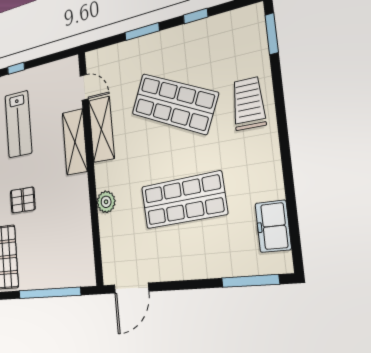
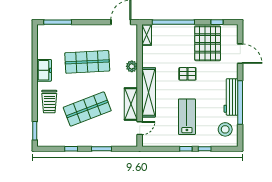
door: (84, 87) -> (140, 128), swing flipped
shop shelf: (174, 104) -> (87, 109), turned -45
shelving: (75, 142) -> (149, 92), width x1.47
freezer: (273, 226) -> (44, 70), moved
shelving: (88, 266) -> (147, 35), added

